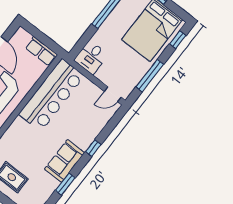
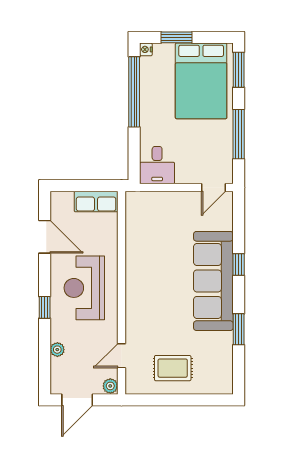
window: (178, 40) -> (239, 70), width x1.50
bar counter: (51, 95) -> (146, 242), removed
sofa: (65, 161) -> (213, 281), width x1.85, depth x1.27

